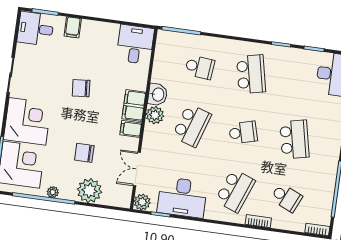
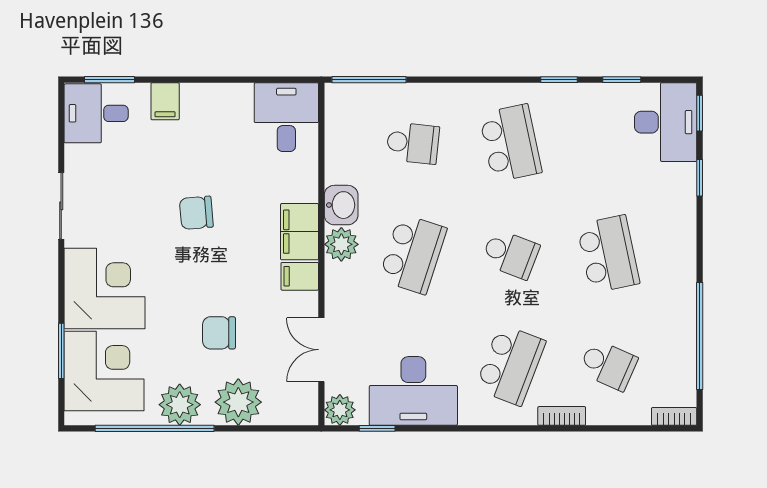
school desk: (243, 132) -> (510, 254), turned 36
plant: (53, 192) -> (180, 405), width x1.88, depth x1.88

